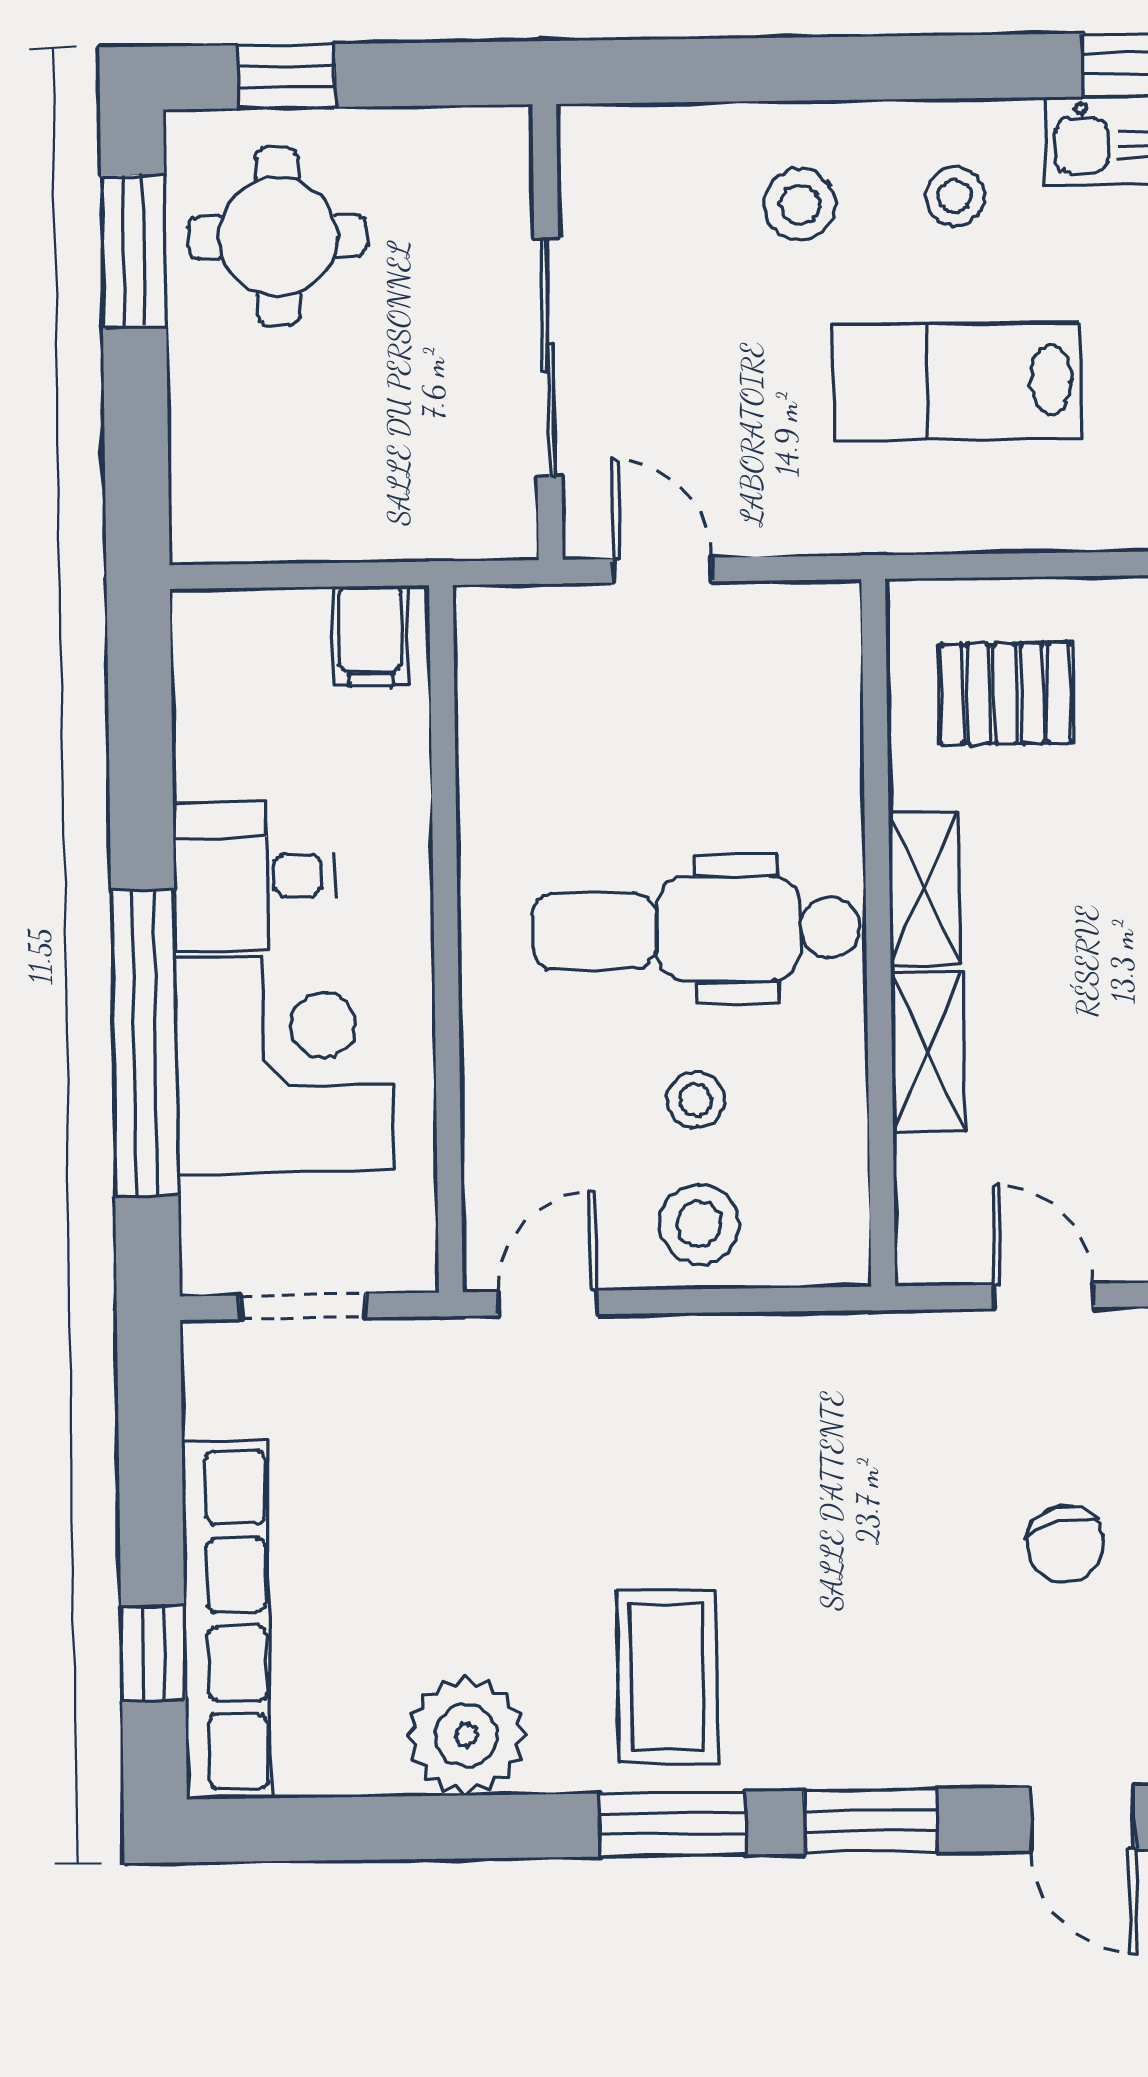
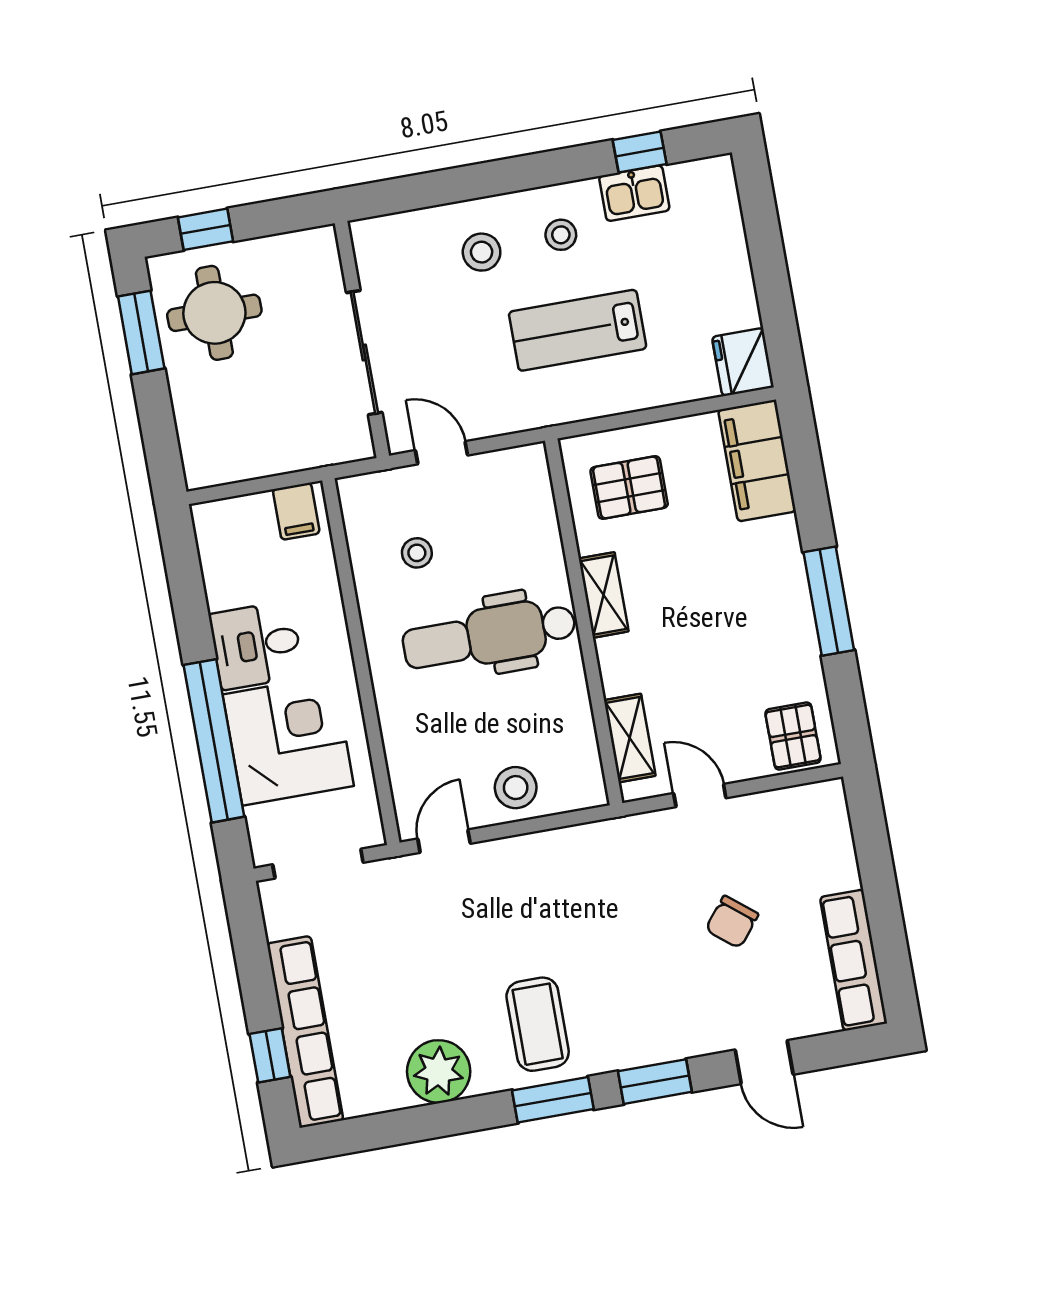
shelving: (928, 1052) -> (630, 738), moved
stool: (696, 1100) -> (417, 553), moved
doorway: (303, 1306) -> (318, 864), width x1.38
chair: (1065, 1544) -> (732, 922), turned 53

